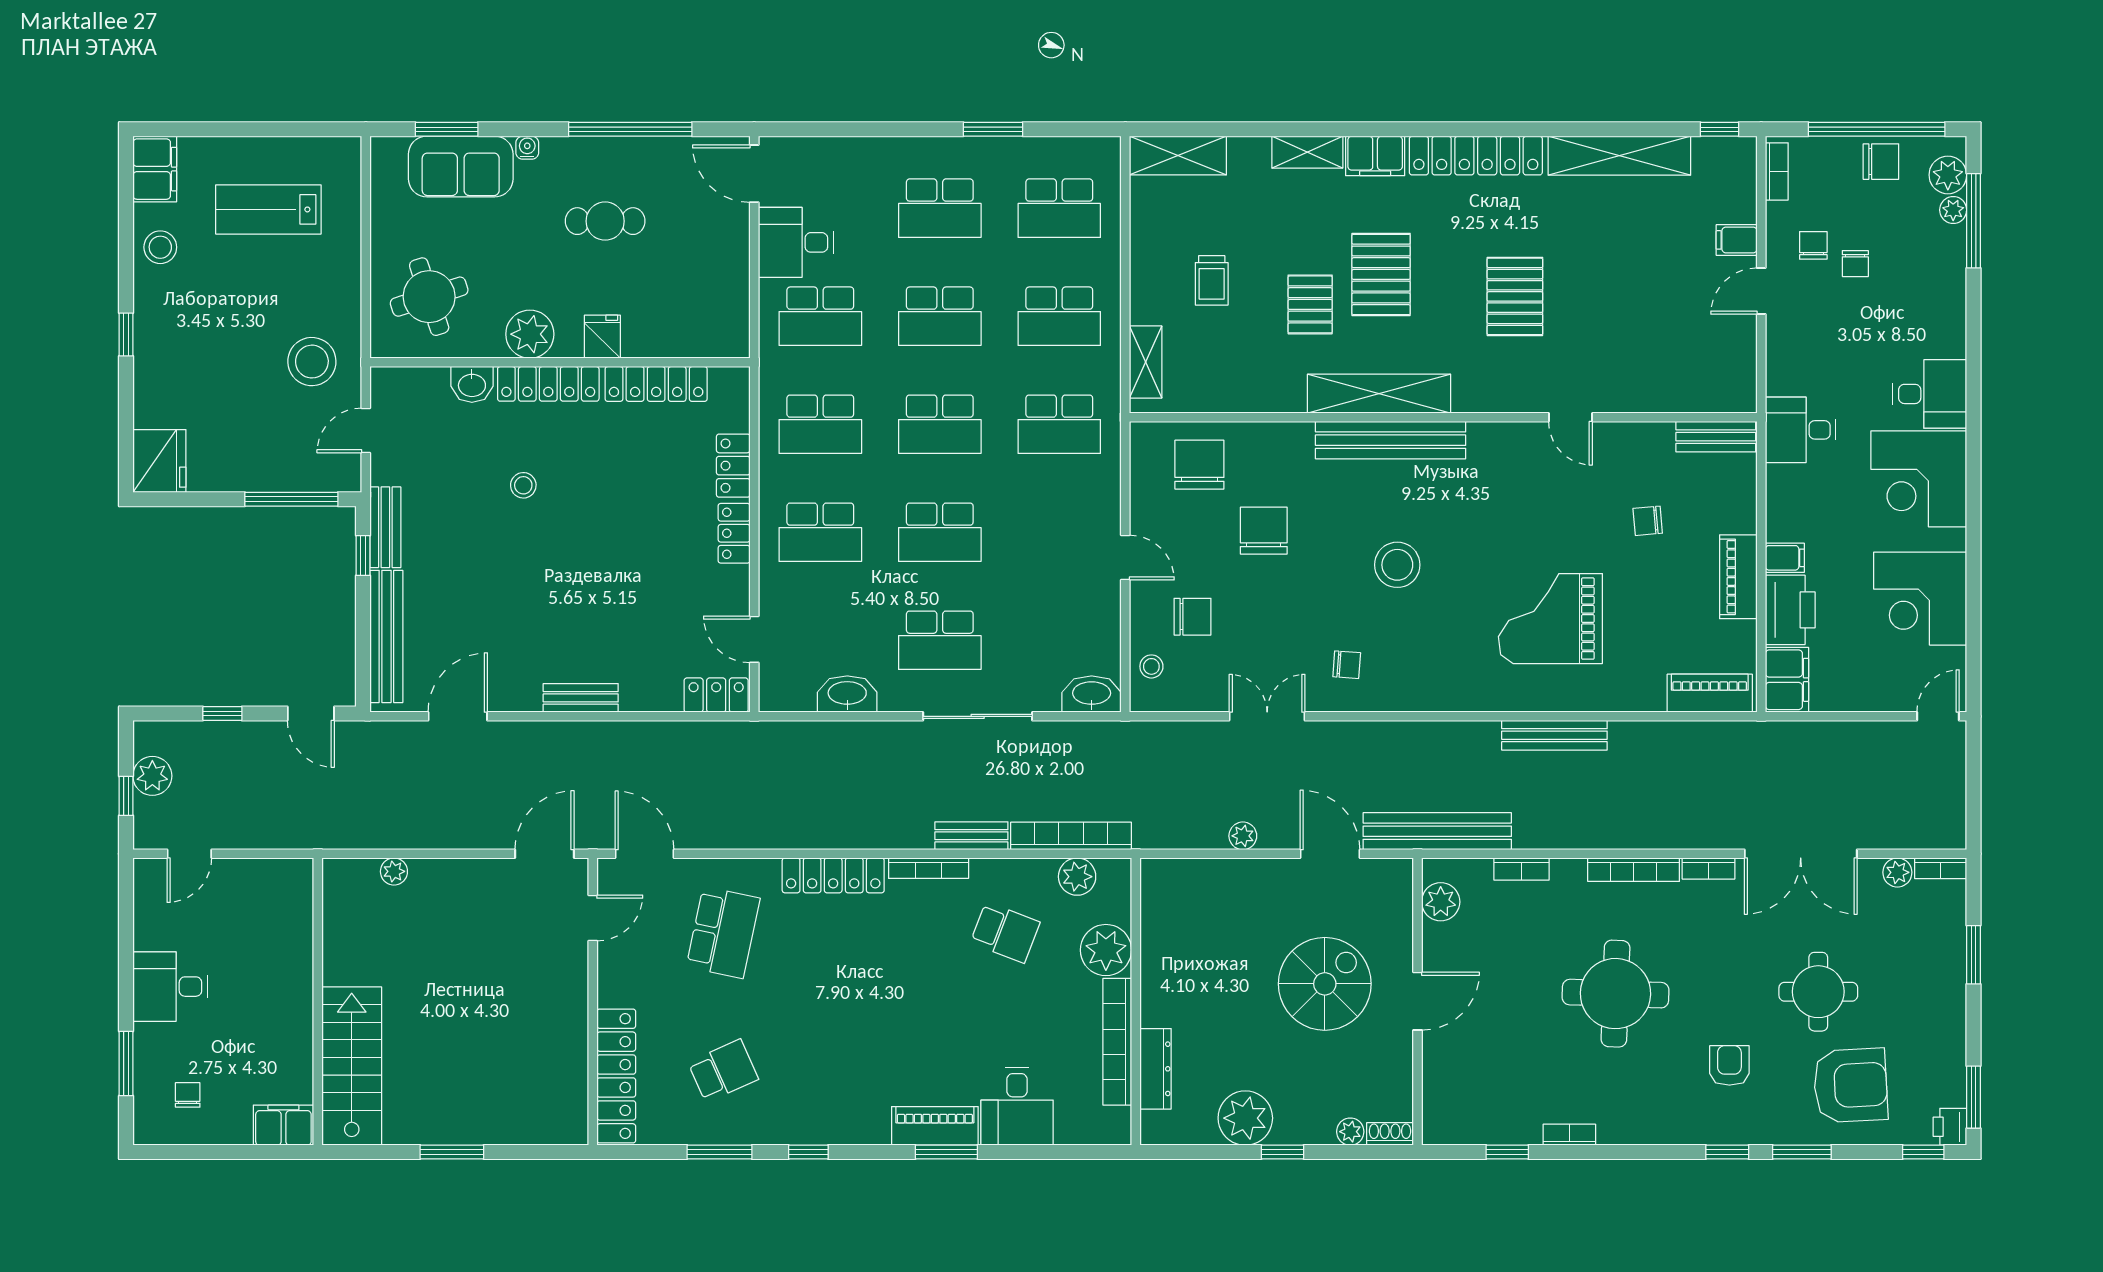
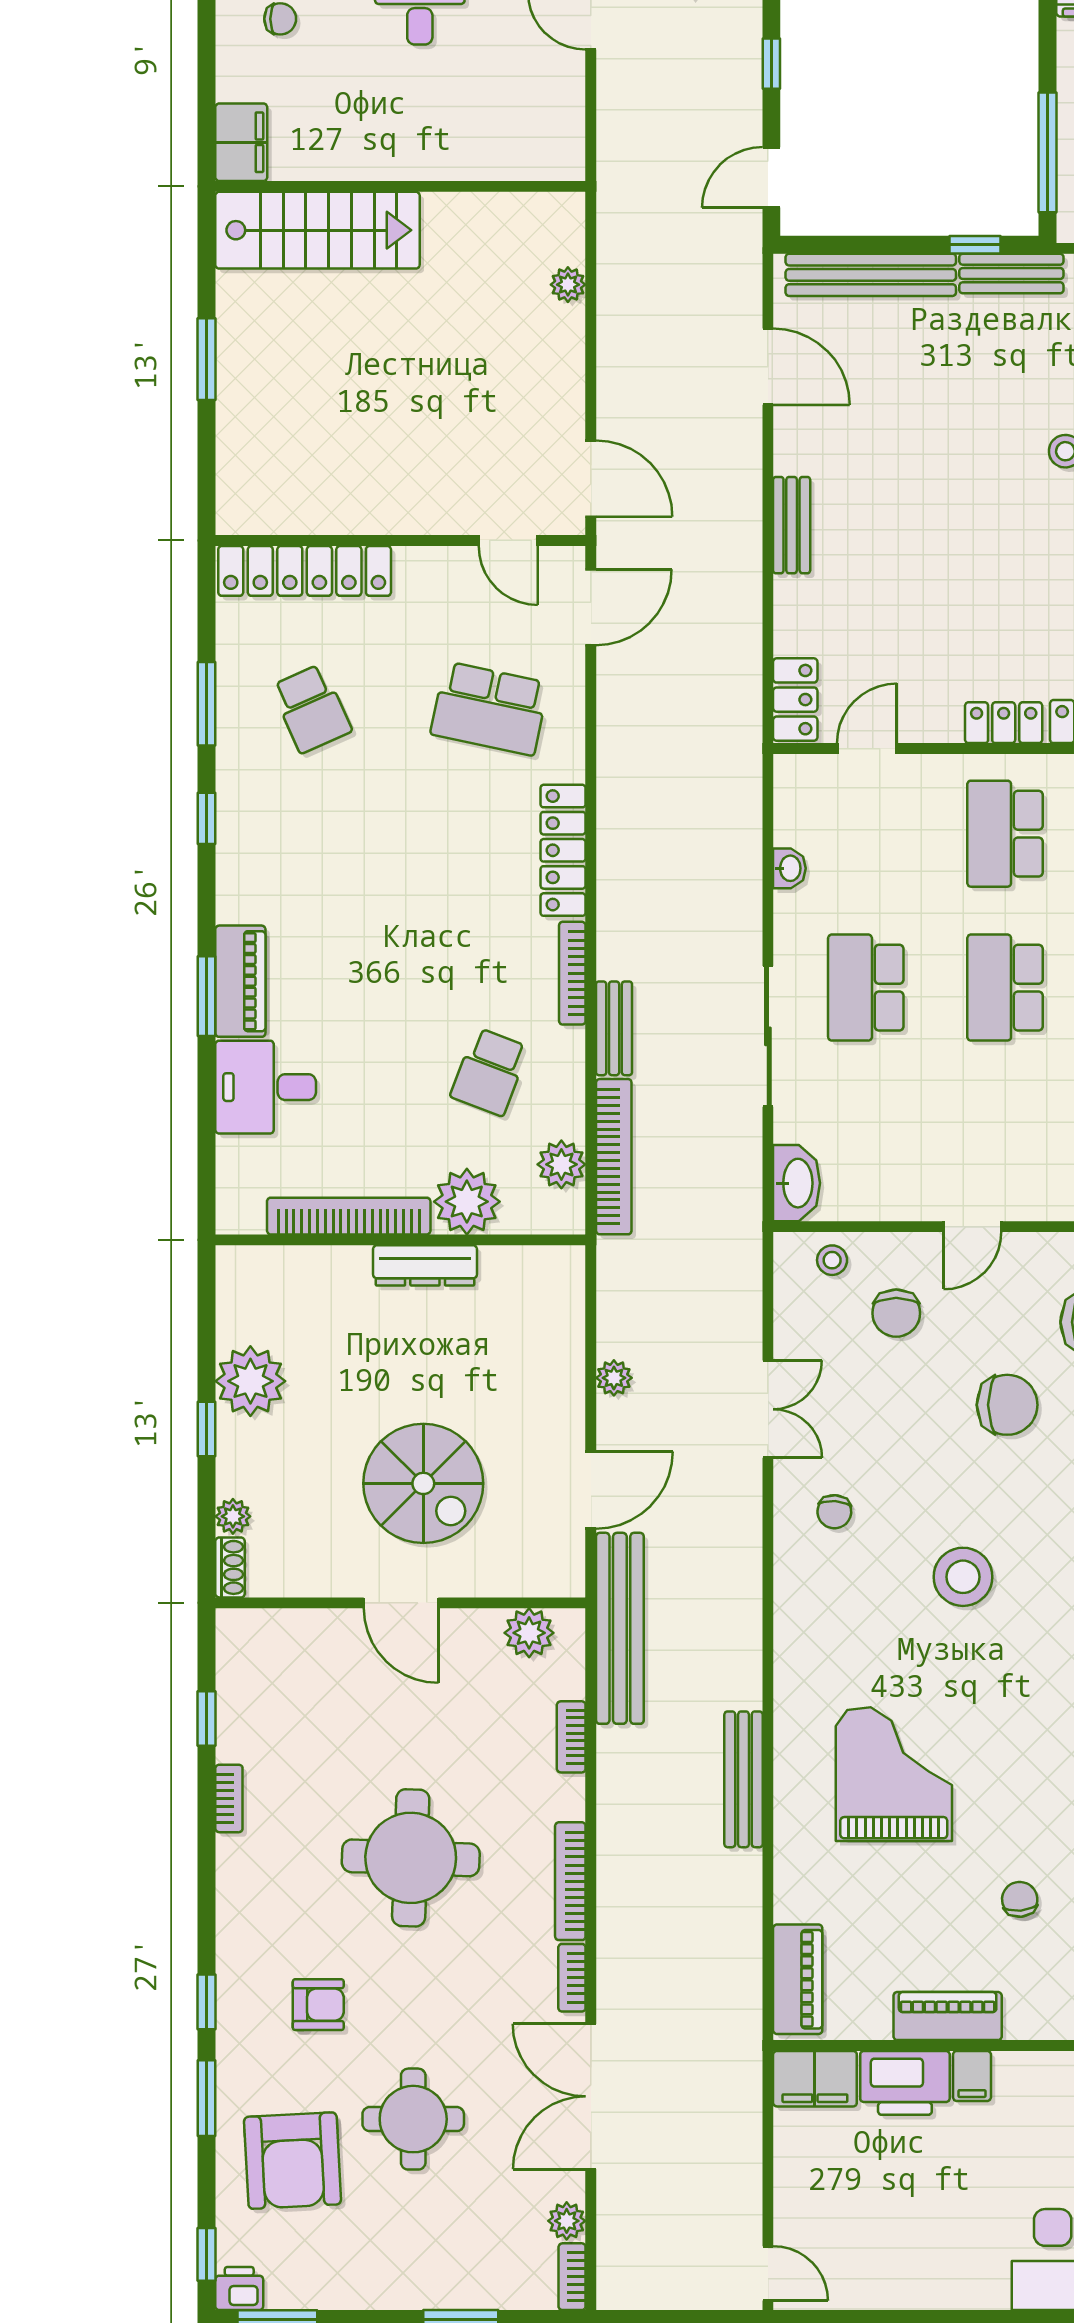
corner desk: (1920, 599) -> (920, 2250), removed
washbasin: (847, 694) -> (789, 868), width x0.52, depth x0.69
dresser: (1156, 1069) -> (425, 1265), moved

